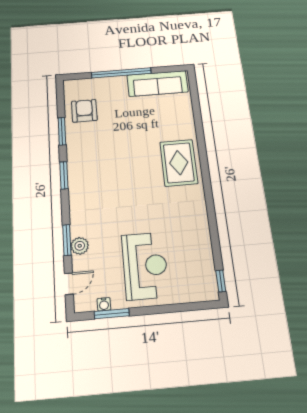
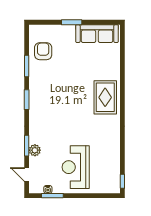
window: (121, 73) -> (72, 22), width x0.47
reception desk: (145, 266) -> (76, 167), turned 180
door: (69, 284) -> (27, 174), swing flipped

